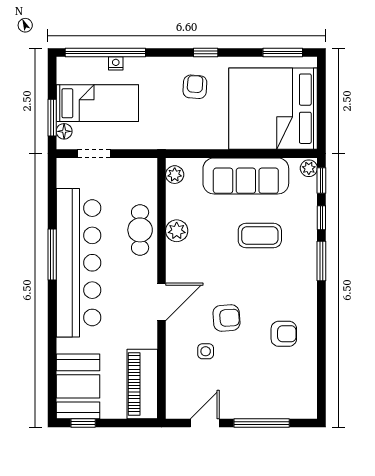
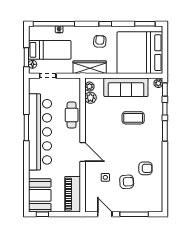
wardrobe: (175, 137) -> (90, 67), added
plant: (177, 231) -> (90, 98), moved
door: (161, 302) -> (83, 152), hinge flipped
armchair: (226, 318) -> (127, 182), moved
door: (205, 423) -> (105, 214), hinge flipped

